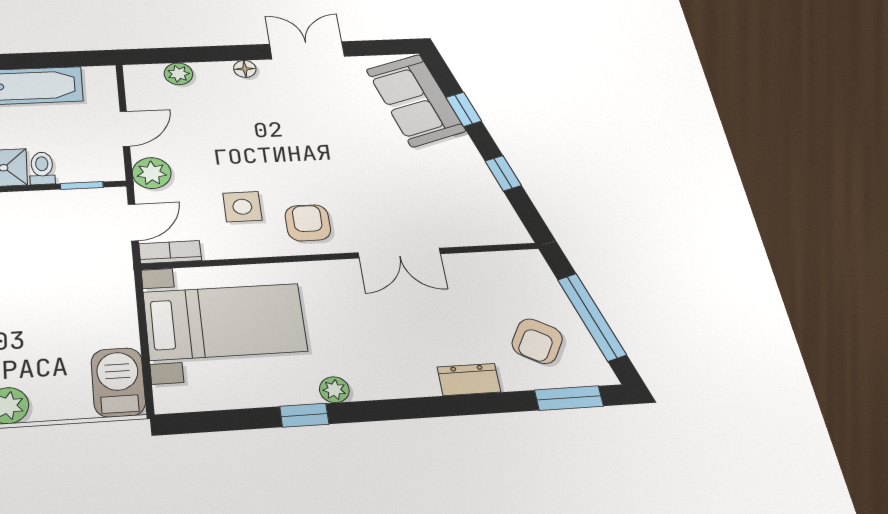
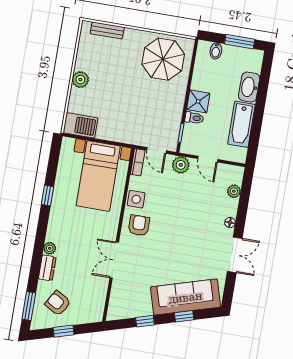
sofa: (416, 100) -> (185, 297), width x1.36
side table: (242, 207) -> (136, 199), moved
armchair: (308, 223) -> (139, 225), turned -90
window: (592, 317) -> (64, 331), width x0.46
plant: (334, 390) -> (50, 248), moved

